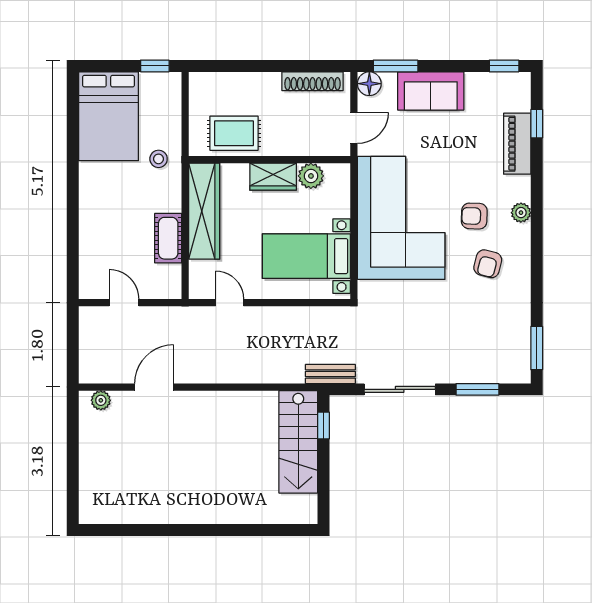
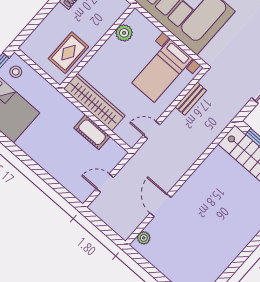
stool: (159, 159) -> (16, 72), moved
wardrobe: (273, 177) -> (108, 52), removed
bench: (330, 374) -> (191, 99), moved

